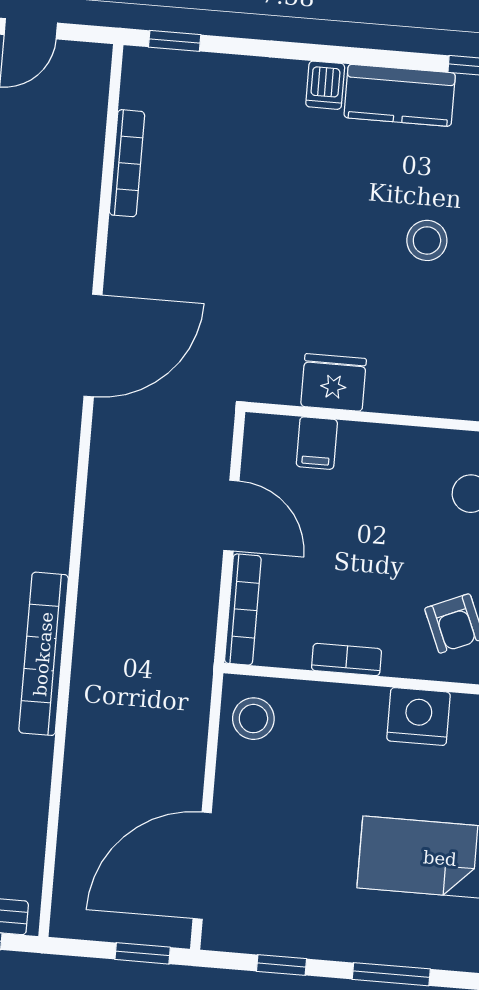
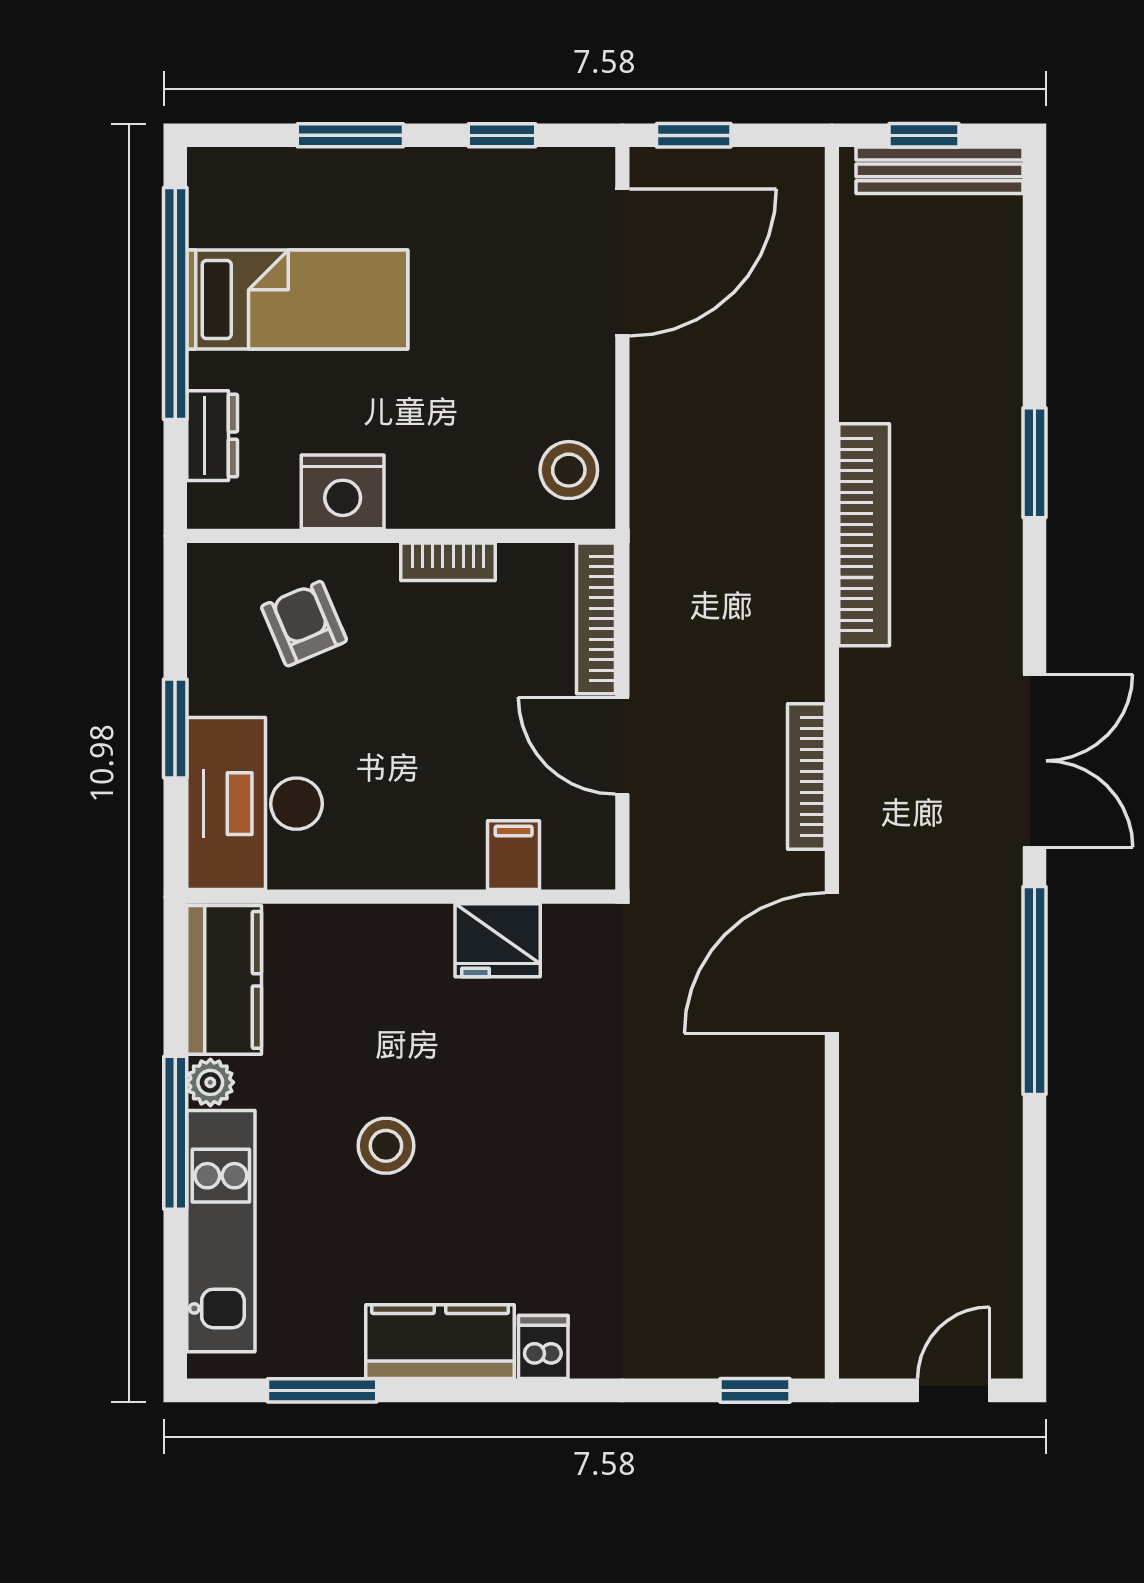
bookcase: (127, 163) -> (806, 776), moved

